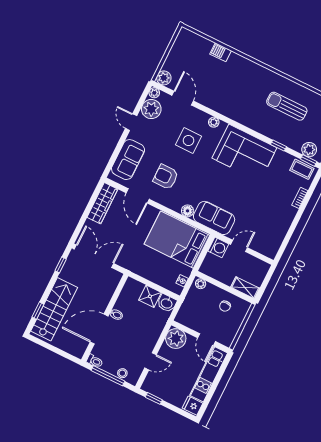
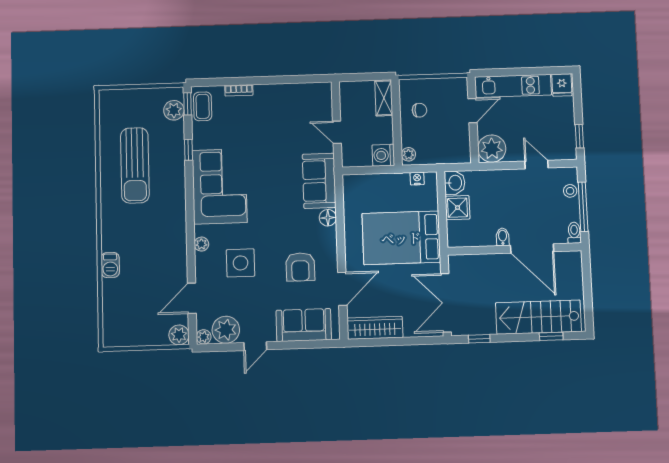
barbecue: (221, 52) -> (110, 265), moved
sun lounger: (287, 106) -> (135, 165), width x1.36, depth x1.34
bed: (177, 240) -> (401, 238), moved, turned 90
washing machine: (218, 247) -> (383, 155), moved, turned -90

